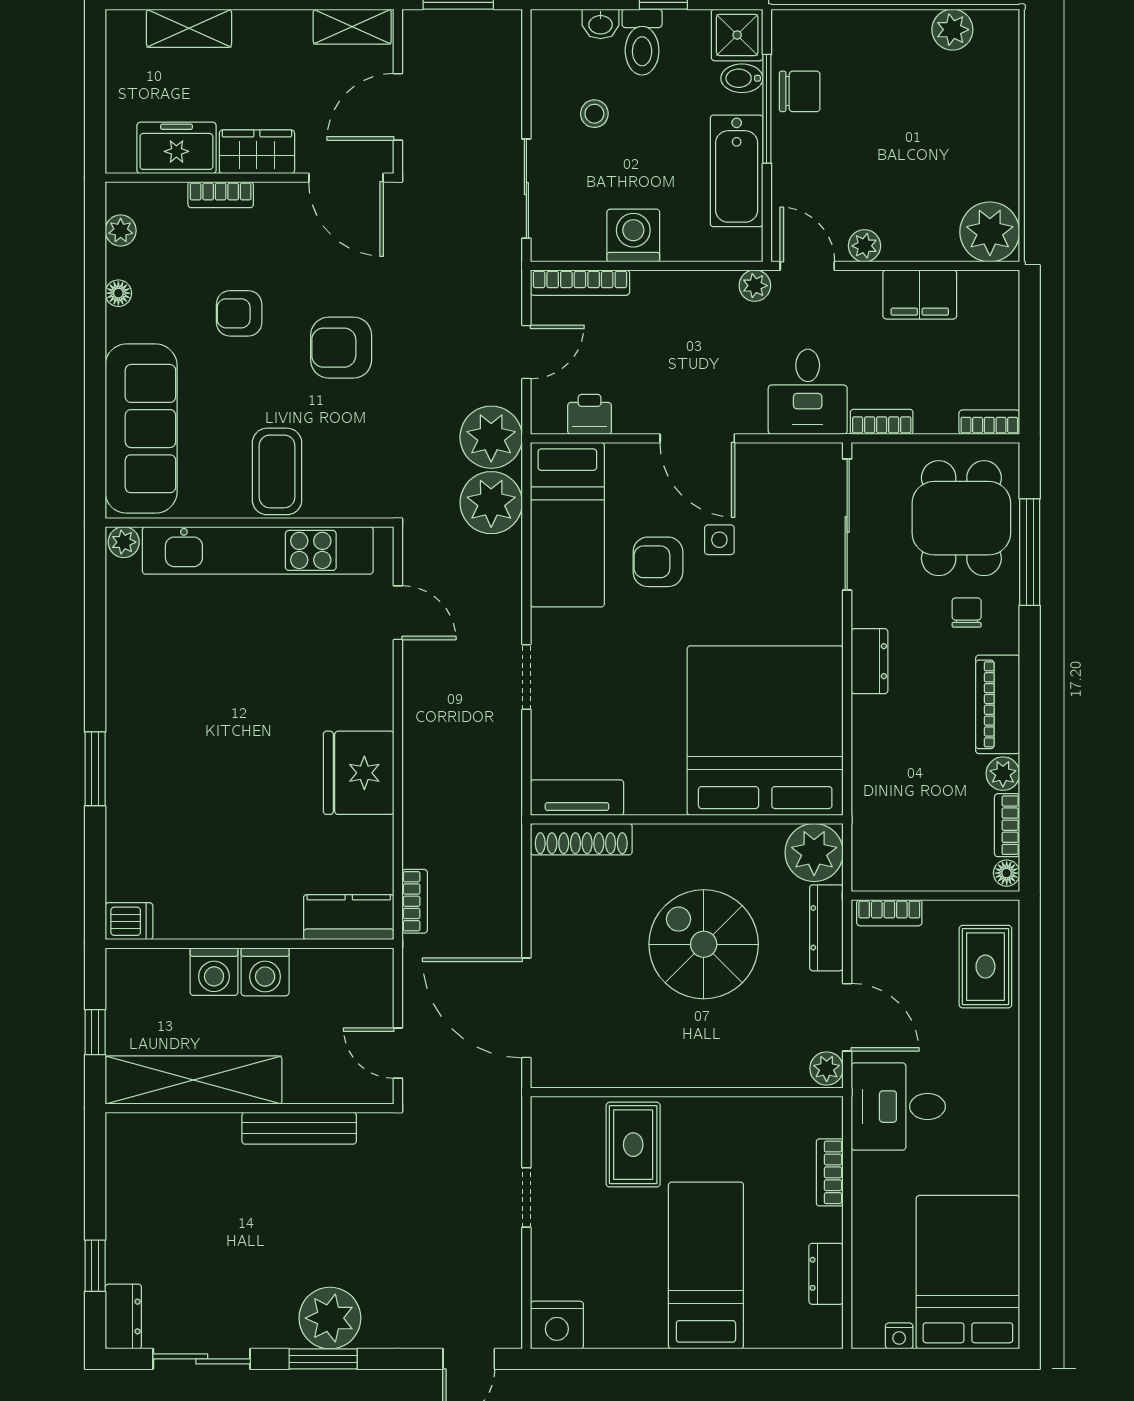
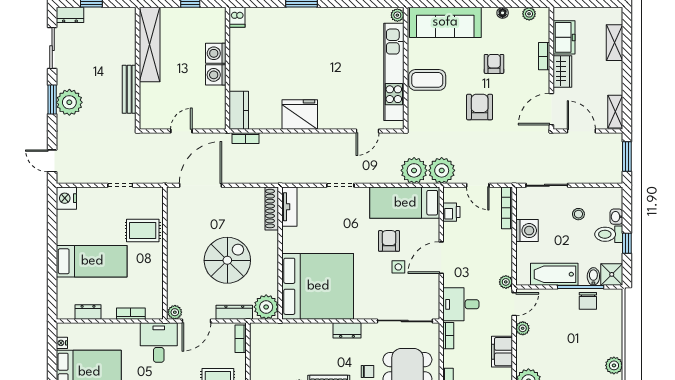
shelving: (193, 1080) -> (150, 45), moved
wall: (250, 1108) -> (138, 68), moved
bench: (299, 1128) -> (129, 89), moved

